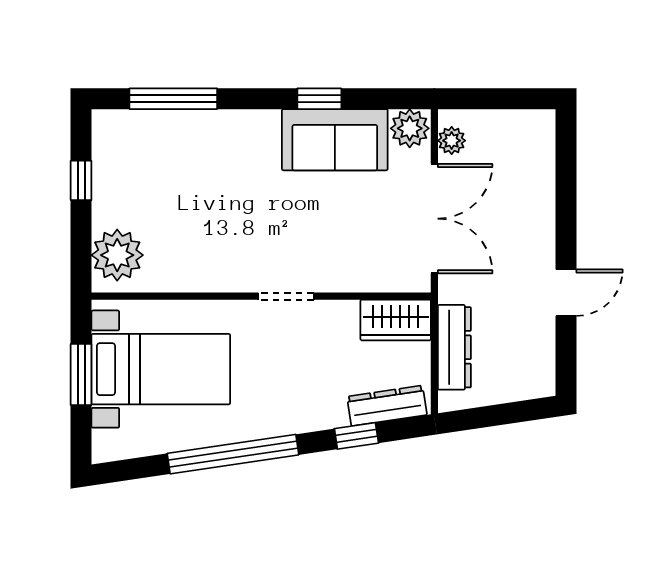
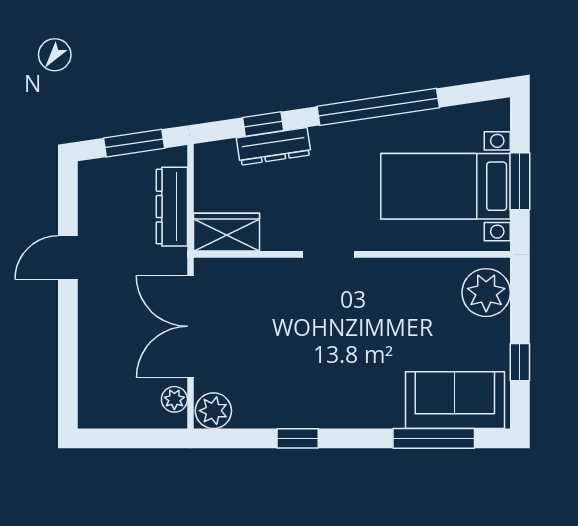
sofa: (335, 140) -> (455, 400), moved
dresser: (387, 406) -> (274, 146), moved
window: (495, 415) -> (134, 143), added

